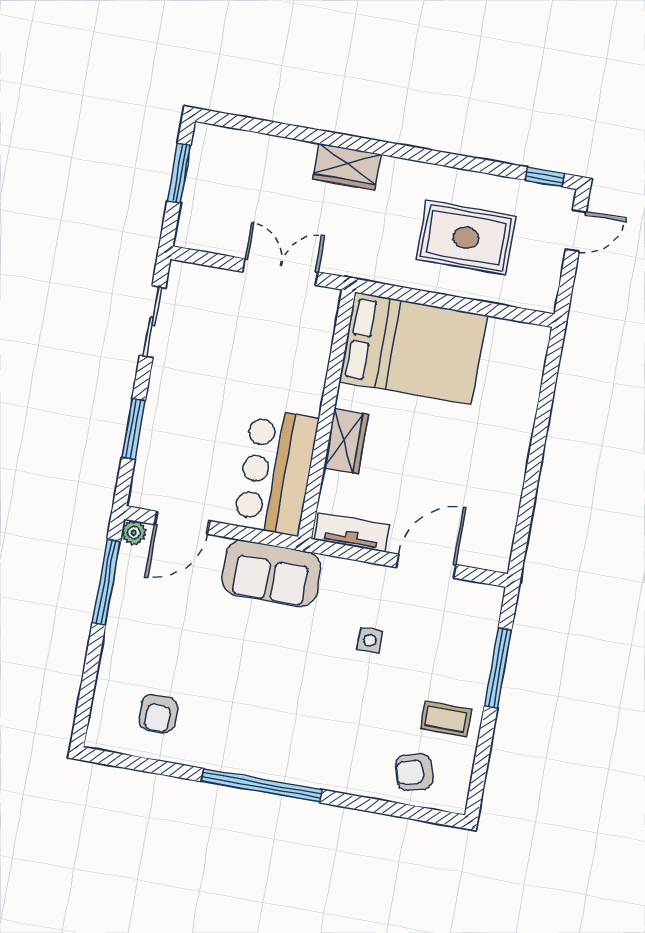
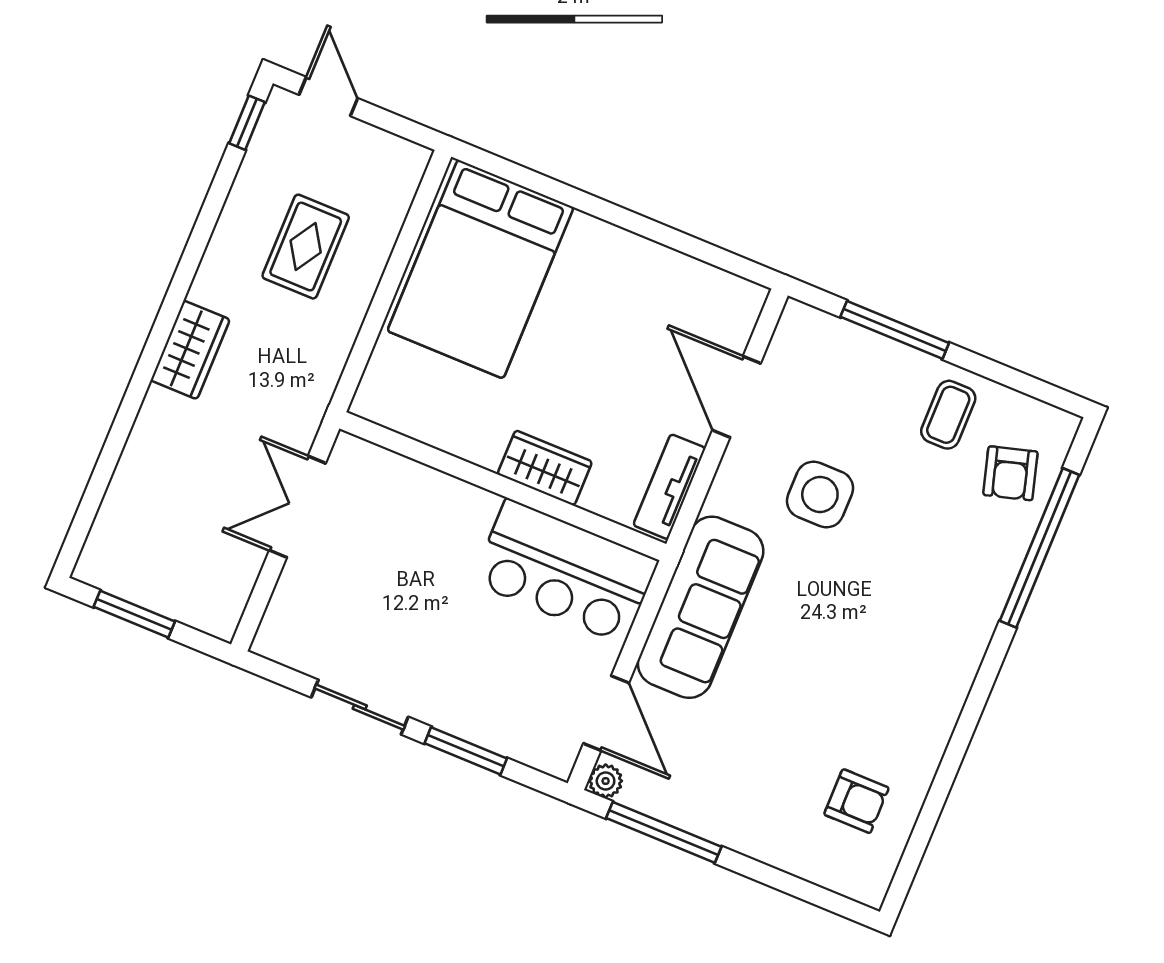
wardrobe: (347, 167) -> (190, 350), moved
rug: (466, 238) -> (306, 247), width x0.73, depth x0.70
sliding door: (153, 322) -> (360, 707), moved
bed: (413, 348) -> (480, 269), moved, turned 180
sofa: (271, 573) -> (701, 607), width x1.36
side table: (370, 640) -> (820, 494), width x1.87, depth x1.87
window: (262, 786) -> (1040, 548), moved

